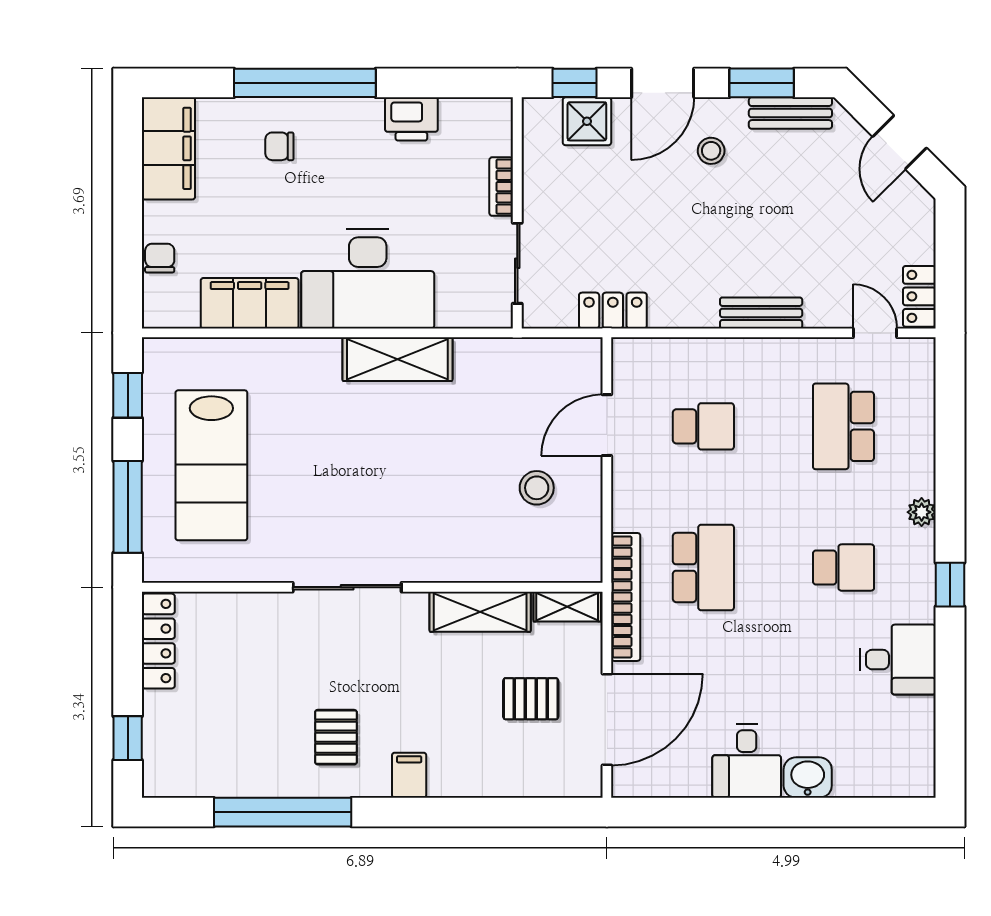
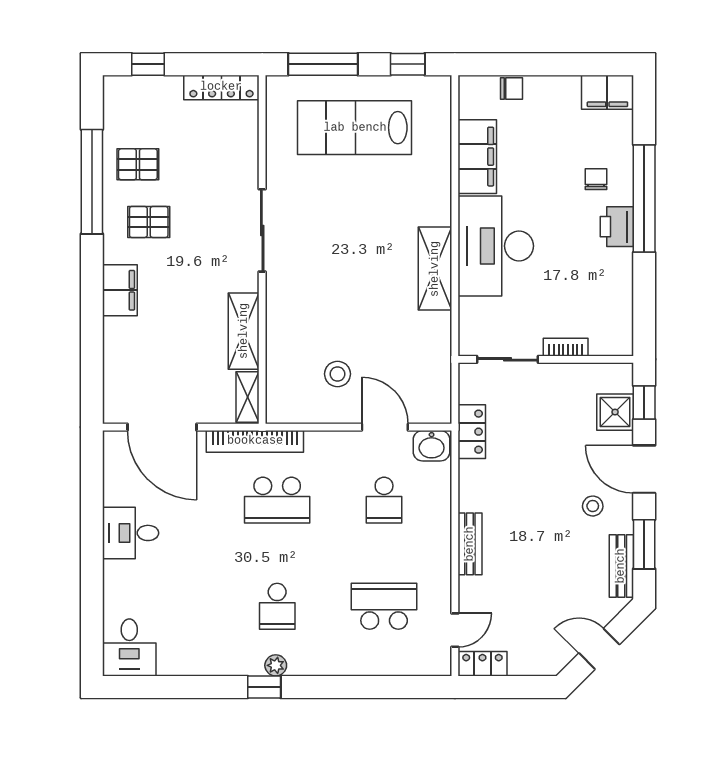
printer: (411, 119) -> (617, 227), moved
filing cabinet: (168, 148) -> (607, 92), width x0.67, depth x0.86
plant: (922, 512) -> (276, 665), moved
desk: (898, 660) -> (129, 647), moved
pallet: (531, 699) -> (138, 164), moved, turned 90
filing cabinet: (409, 775) -> (120, 290), width x2.00
washbasin: (808, 778) -> (432, 446), moved, turned 90

